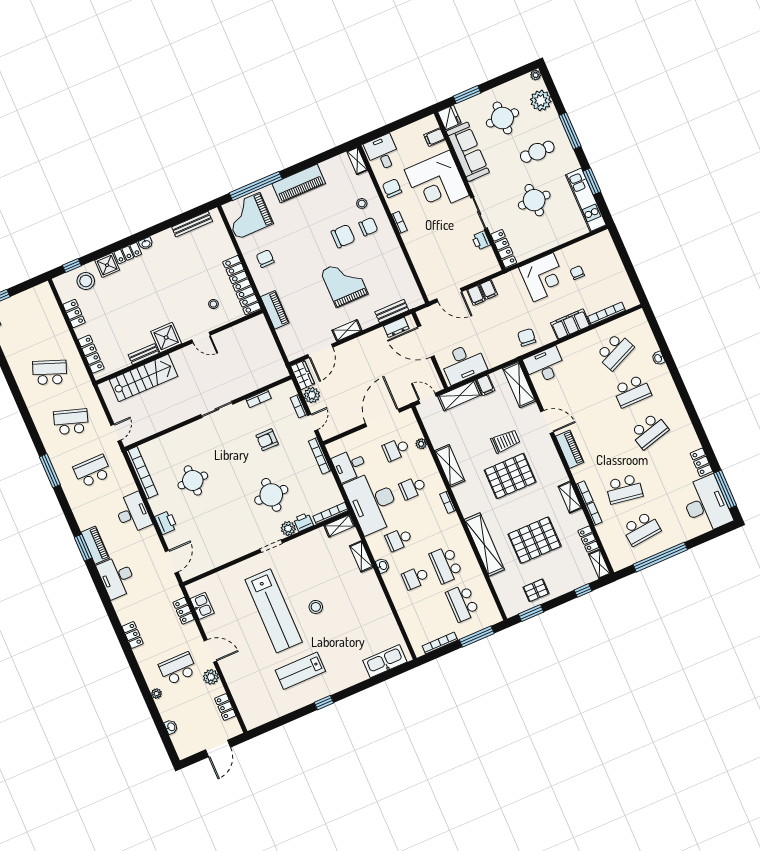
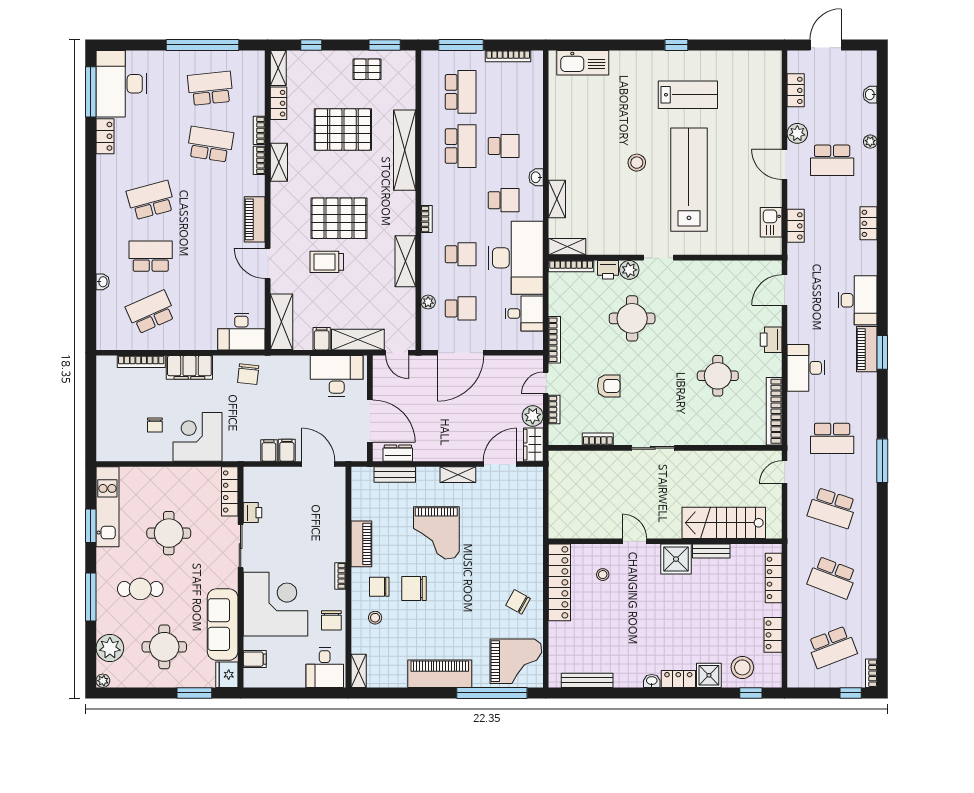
chair: (265, 259) -> (518, 602), turned 119
piano: (275, 310) -> (361, 544), moved, turned 180
school desk: (28, 323) -> (832, 647), added

